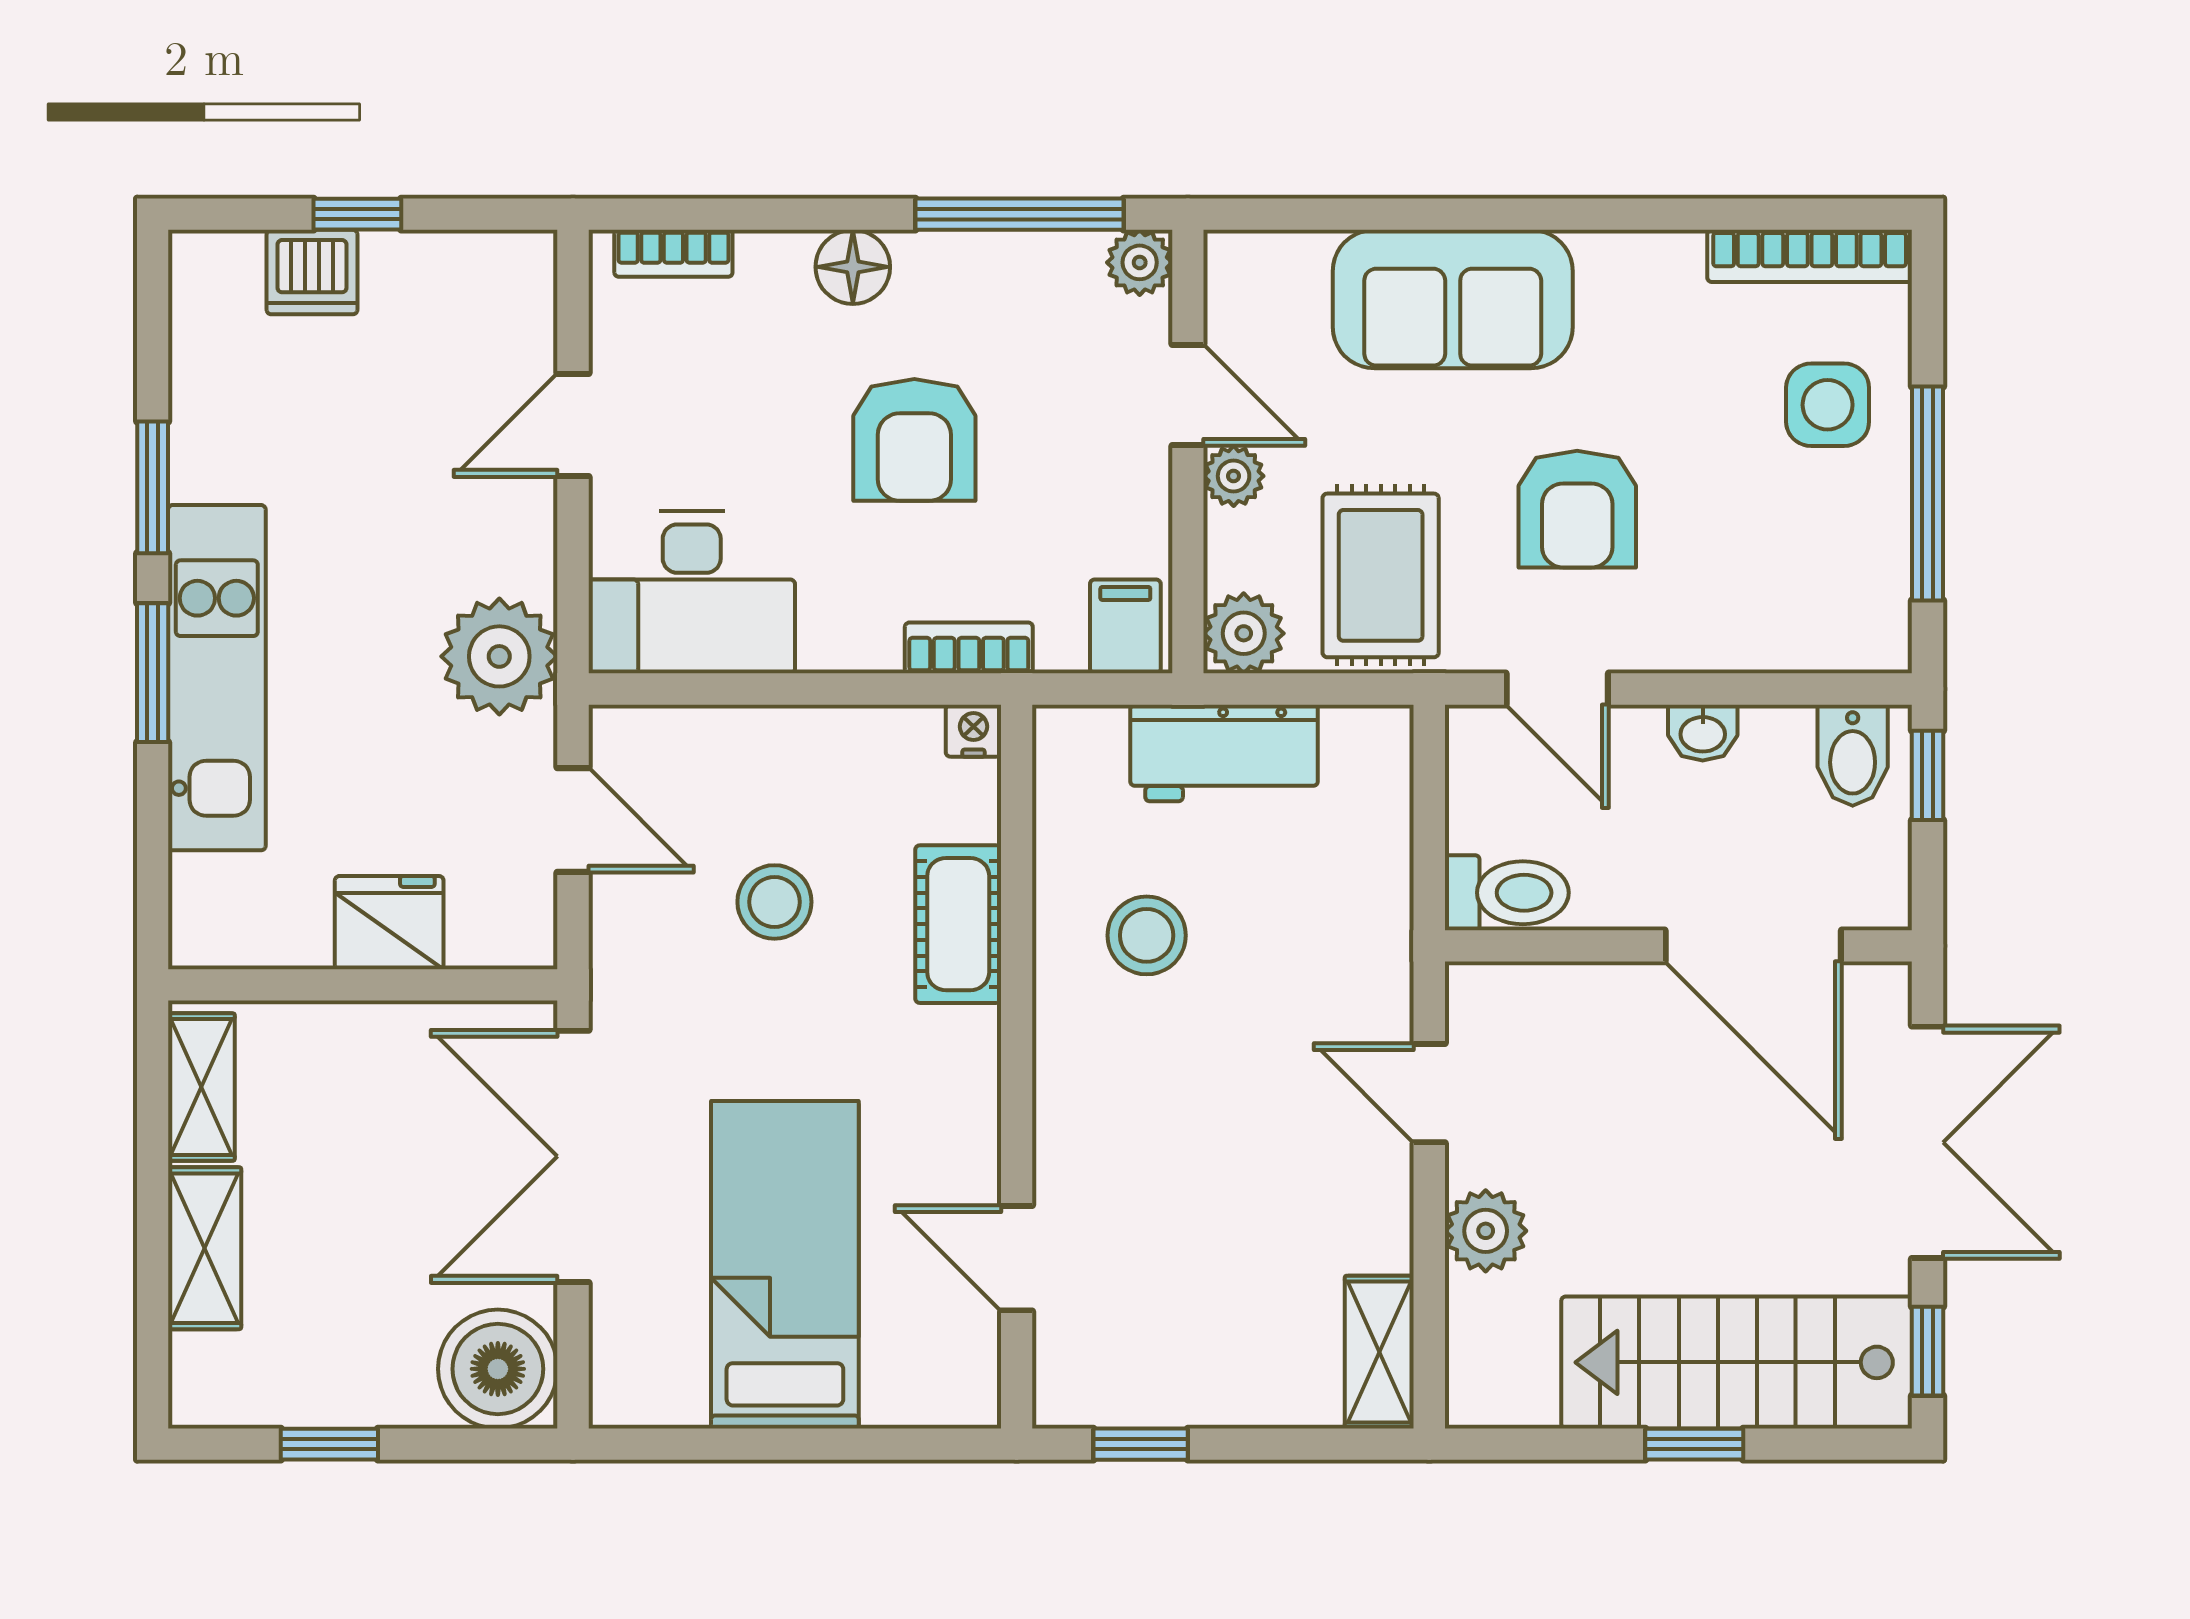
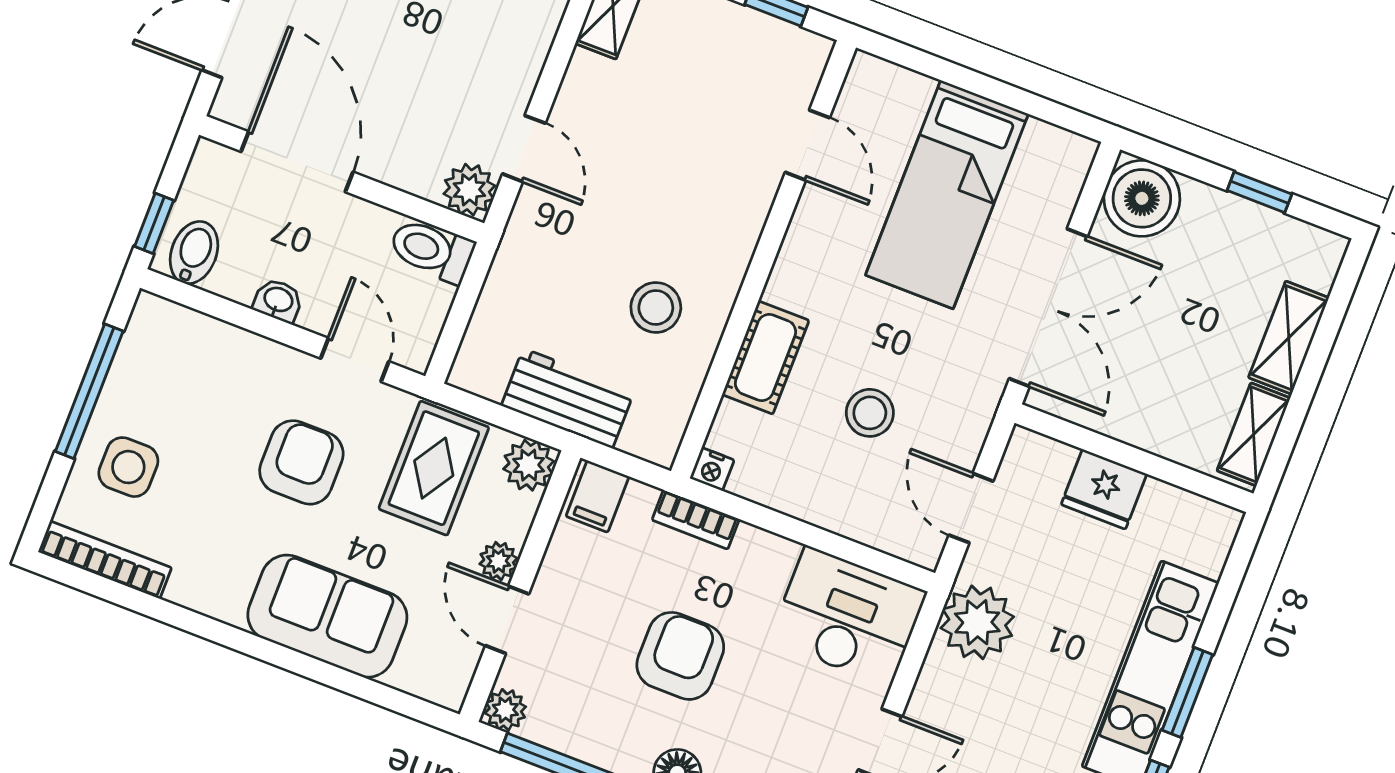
plant: (1486, 1231) -> (469, 190), moved

